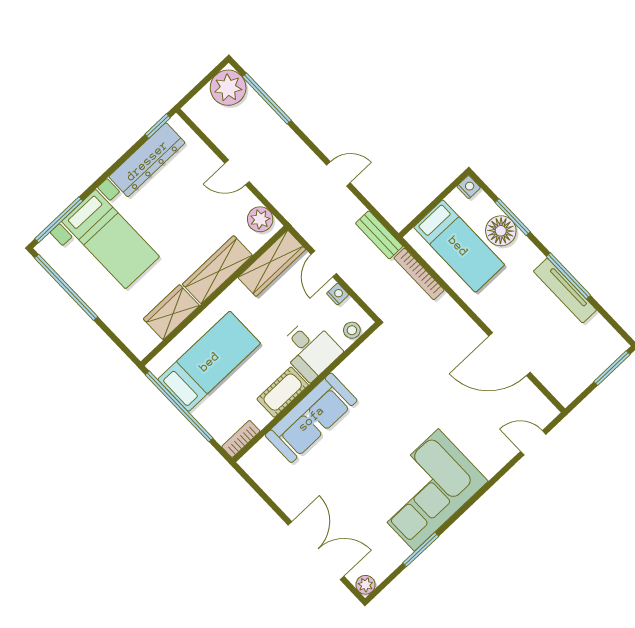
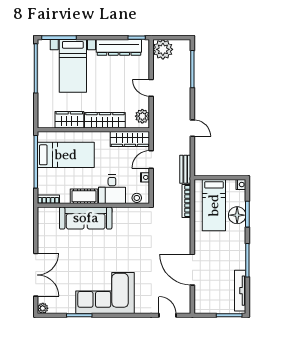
plant: (228, 88) -> (163, 49), moved
tv unit: (565, 291) -> (240, 291), moved

